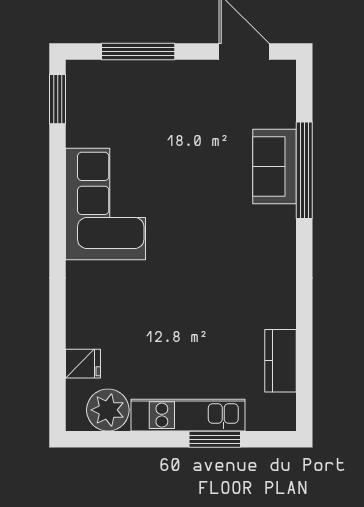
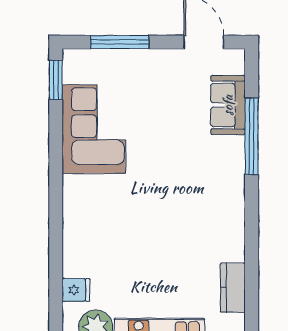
sofa: (275, 166) -> (228, 105), moved
corner sofa: (106, 204) -> (94, 129), moved

